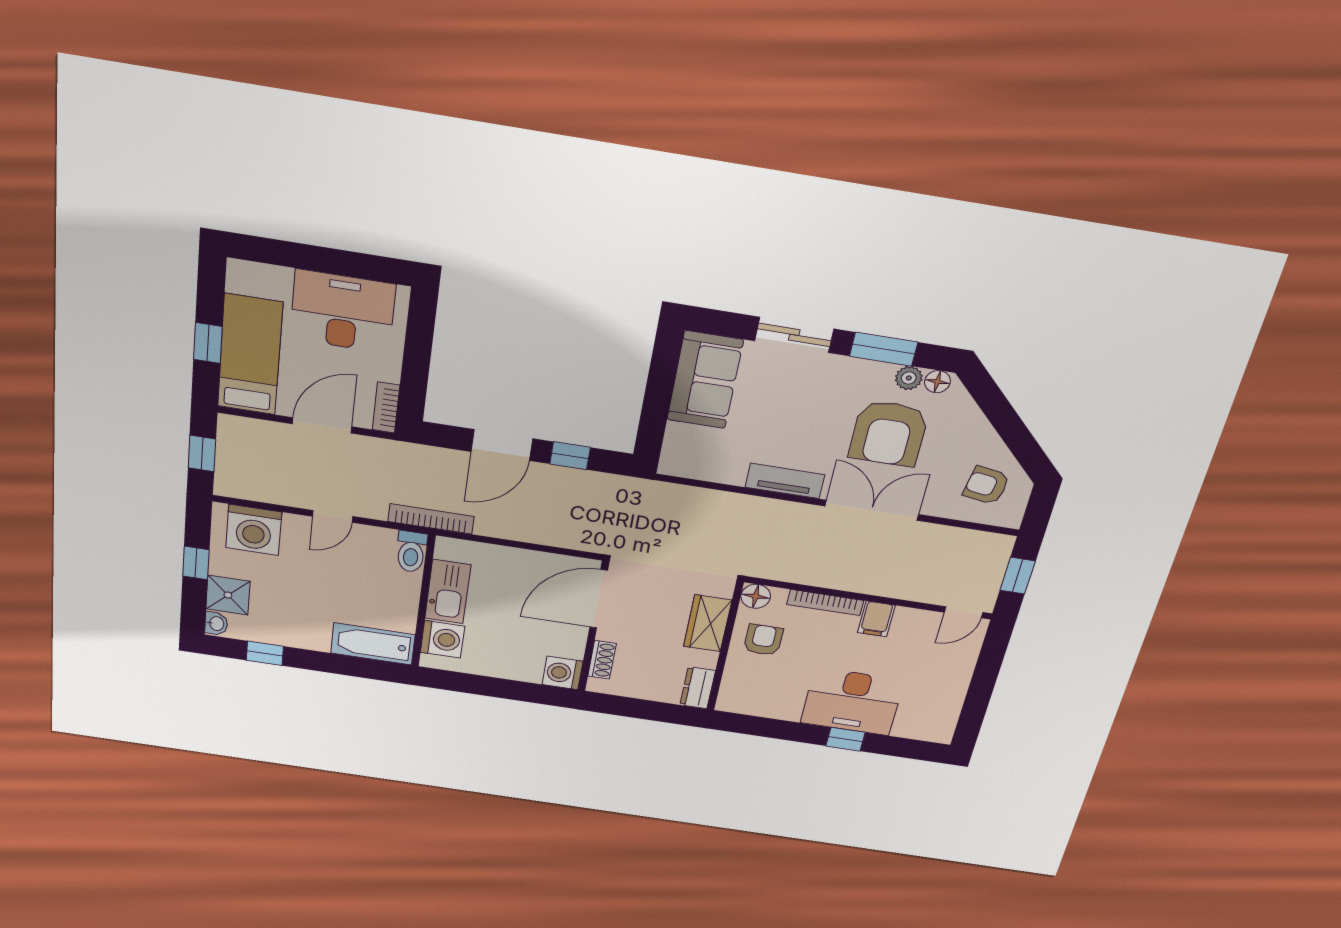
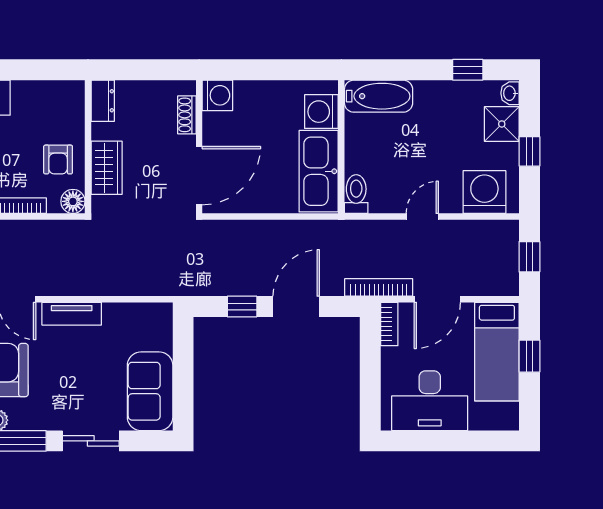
bookcase: (431, 519) -> (379, 287), moved, turned 180
kitchen sink: (448, 592) -> (319, 171), width x1.36, depth x1.24

